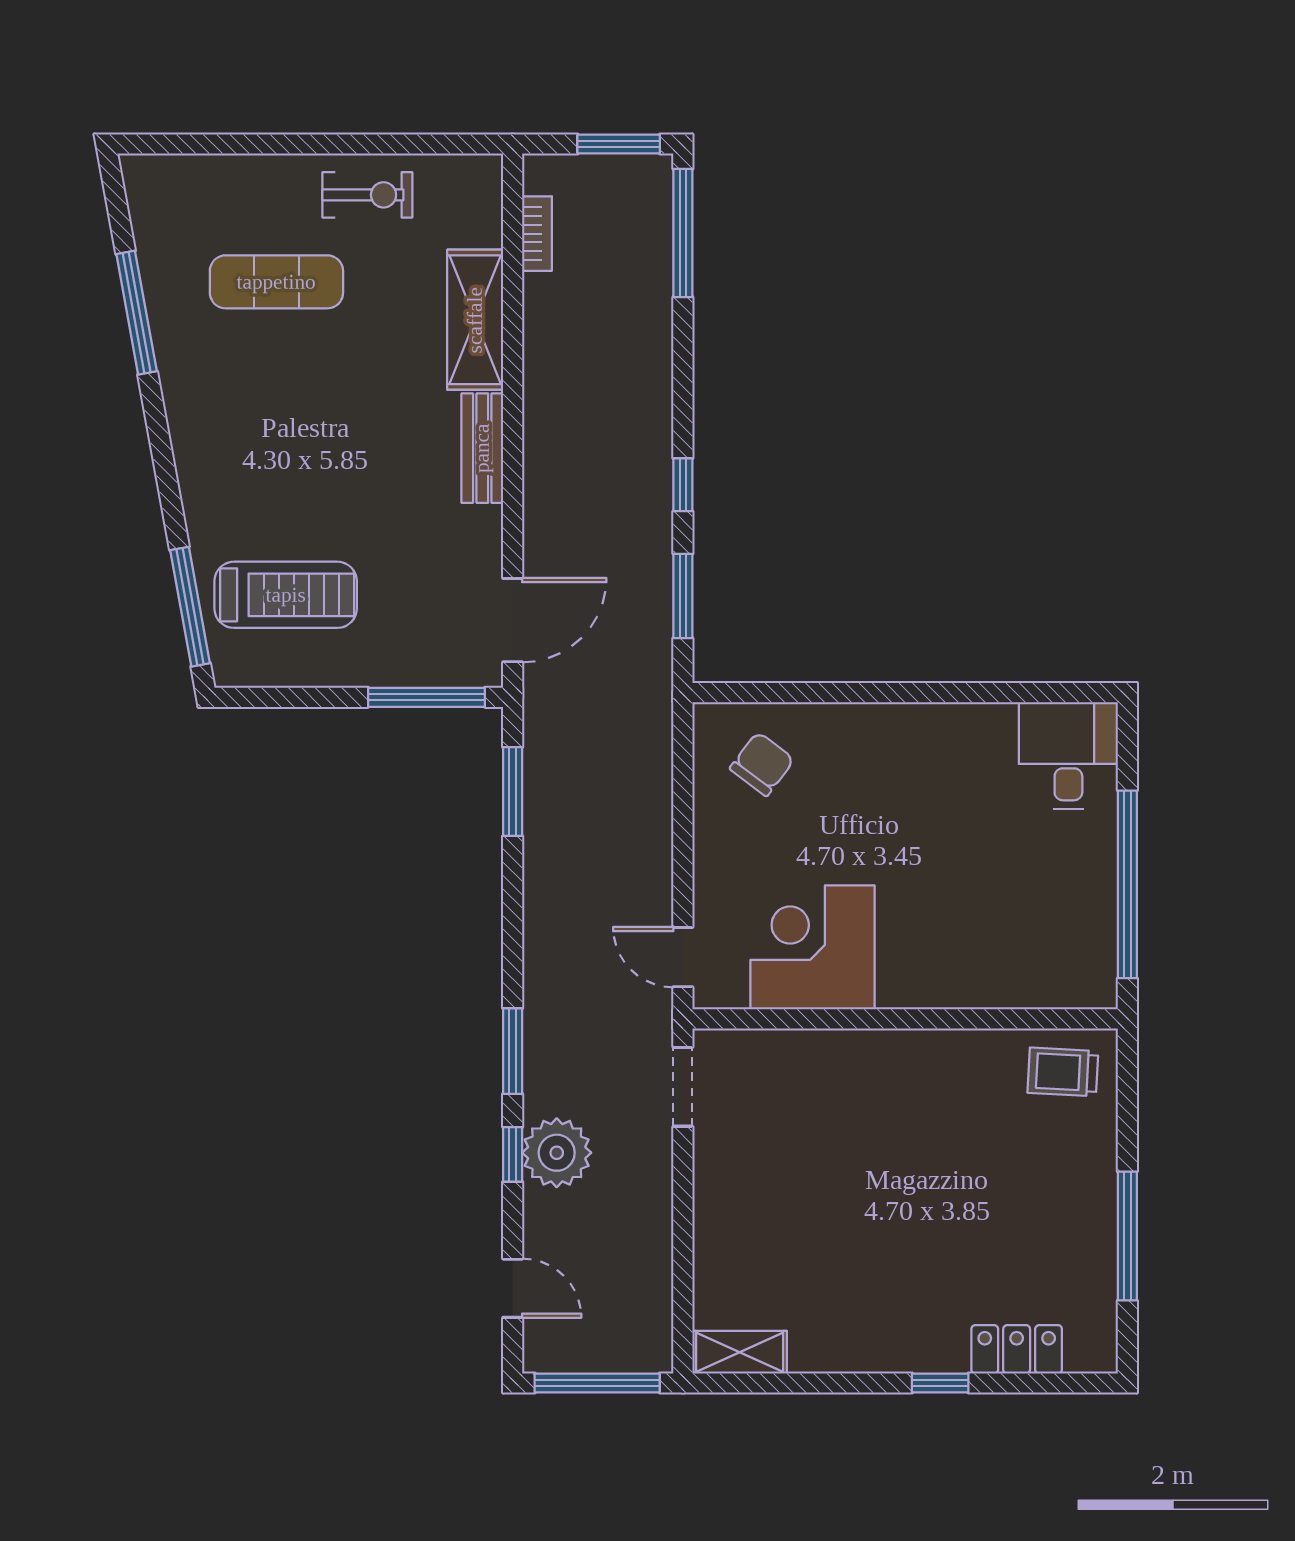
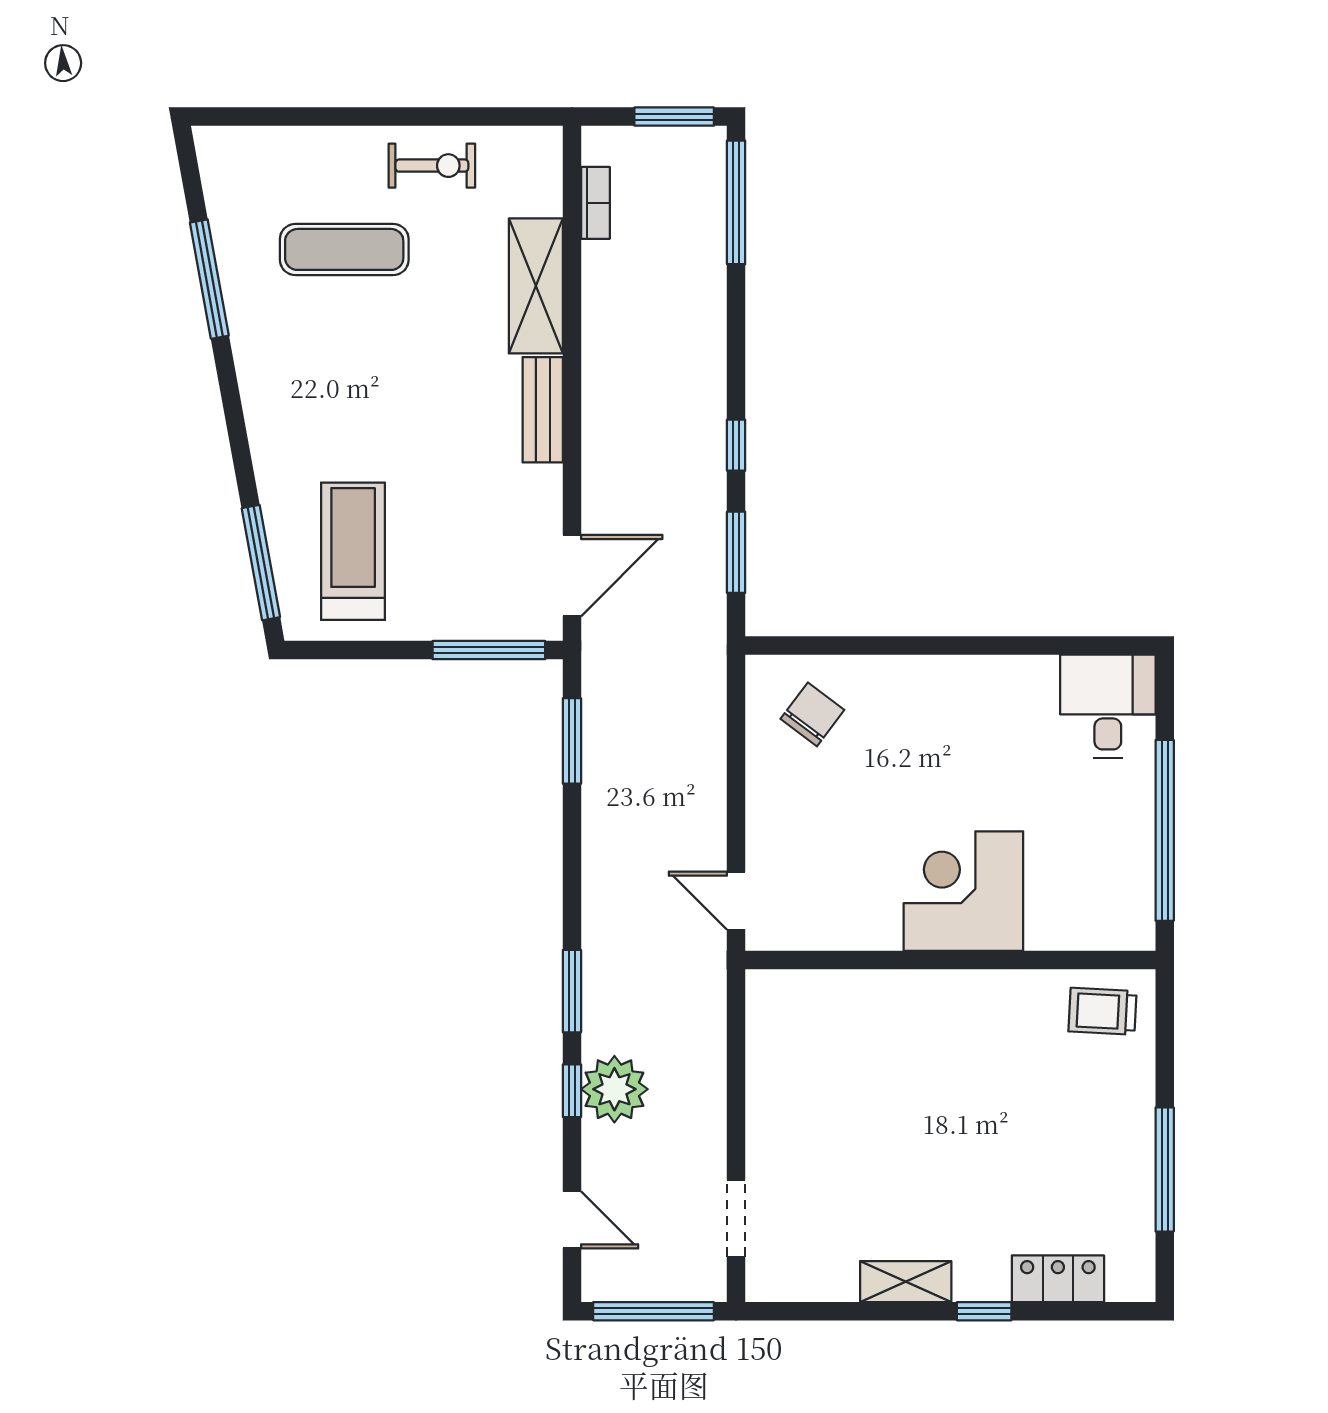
treadmill: (286, 595) -> (353, 551), turned -90
corner desk: (813, 947) -> (963, 891), moved
doorway: (683, 1087) -> (736, 1218), moved
shelving: (740, 1352) -> (906, 1282), moved

